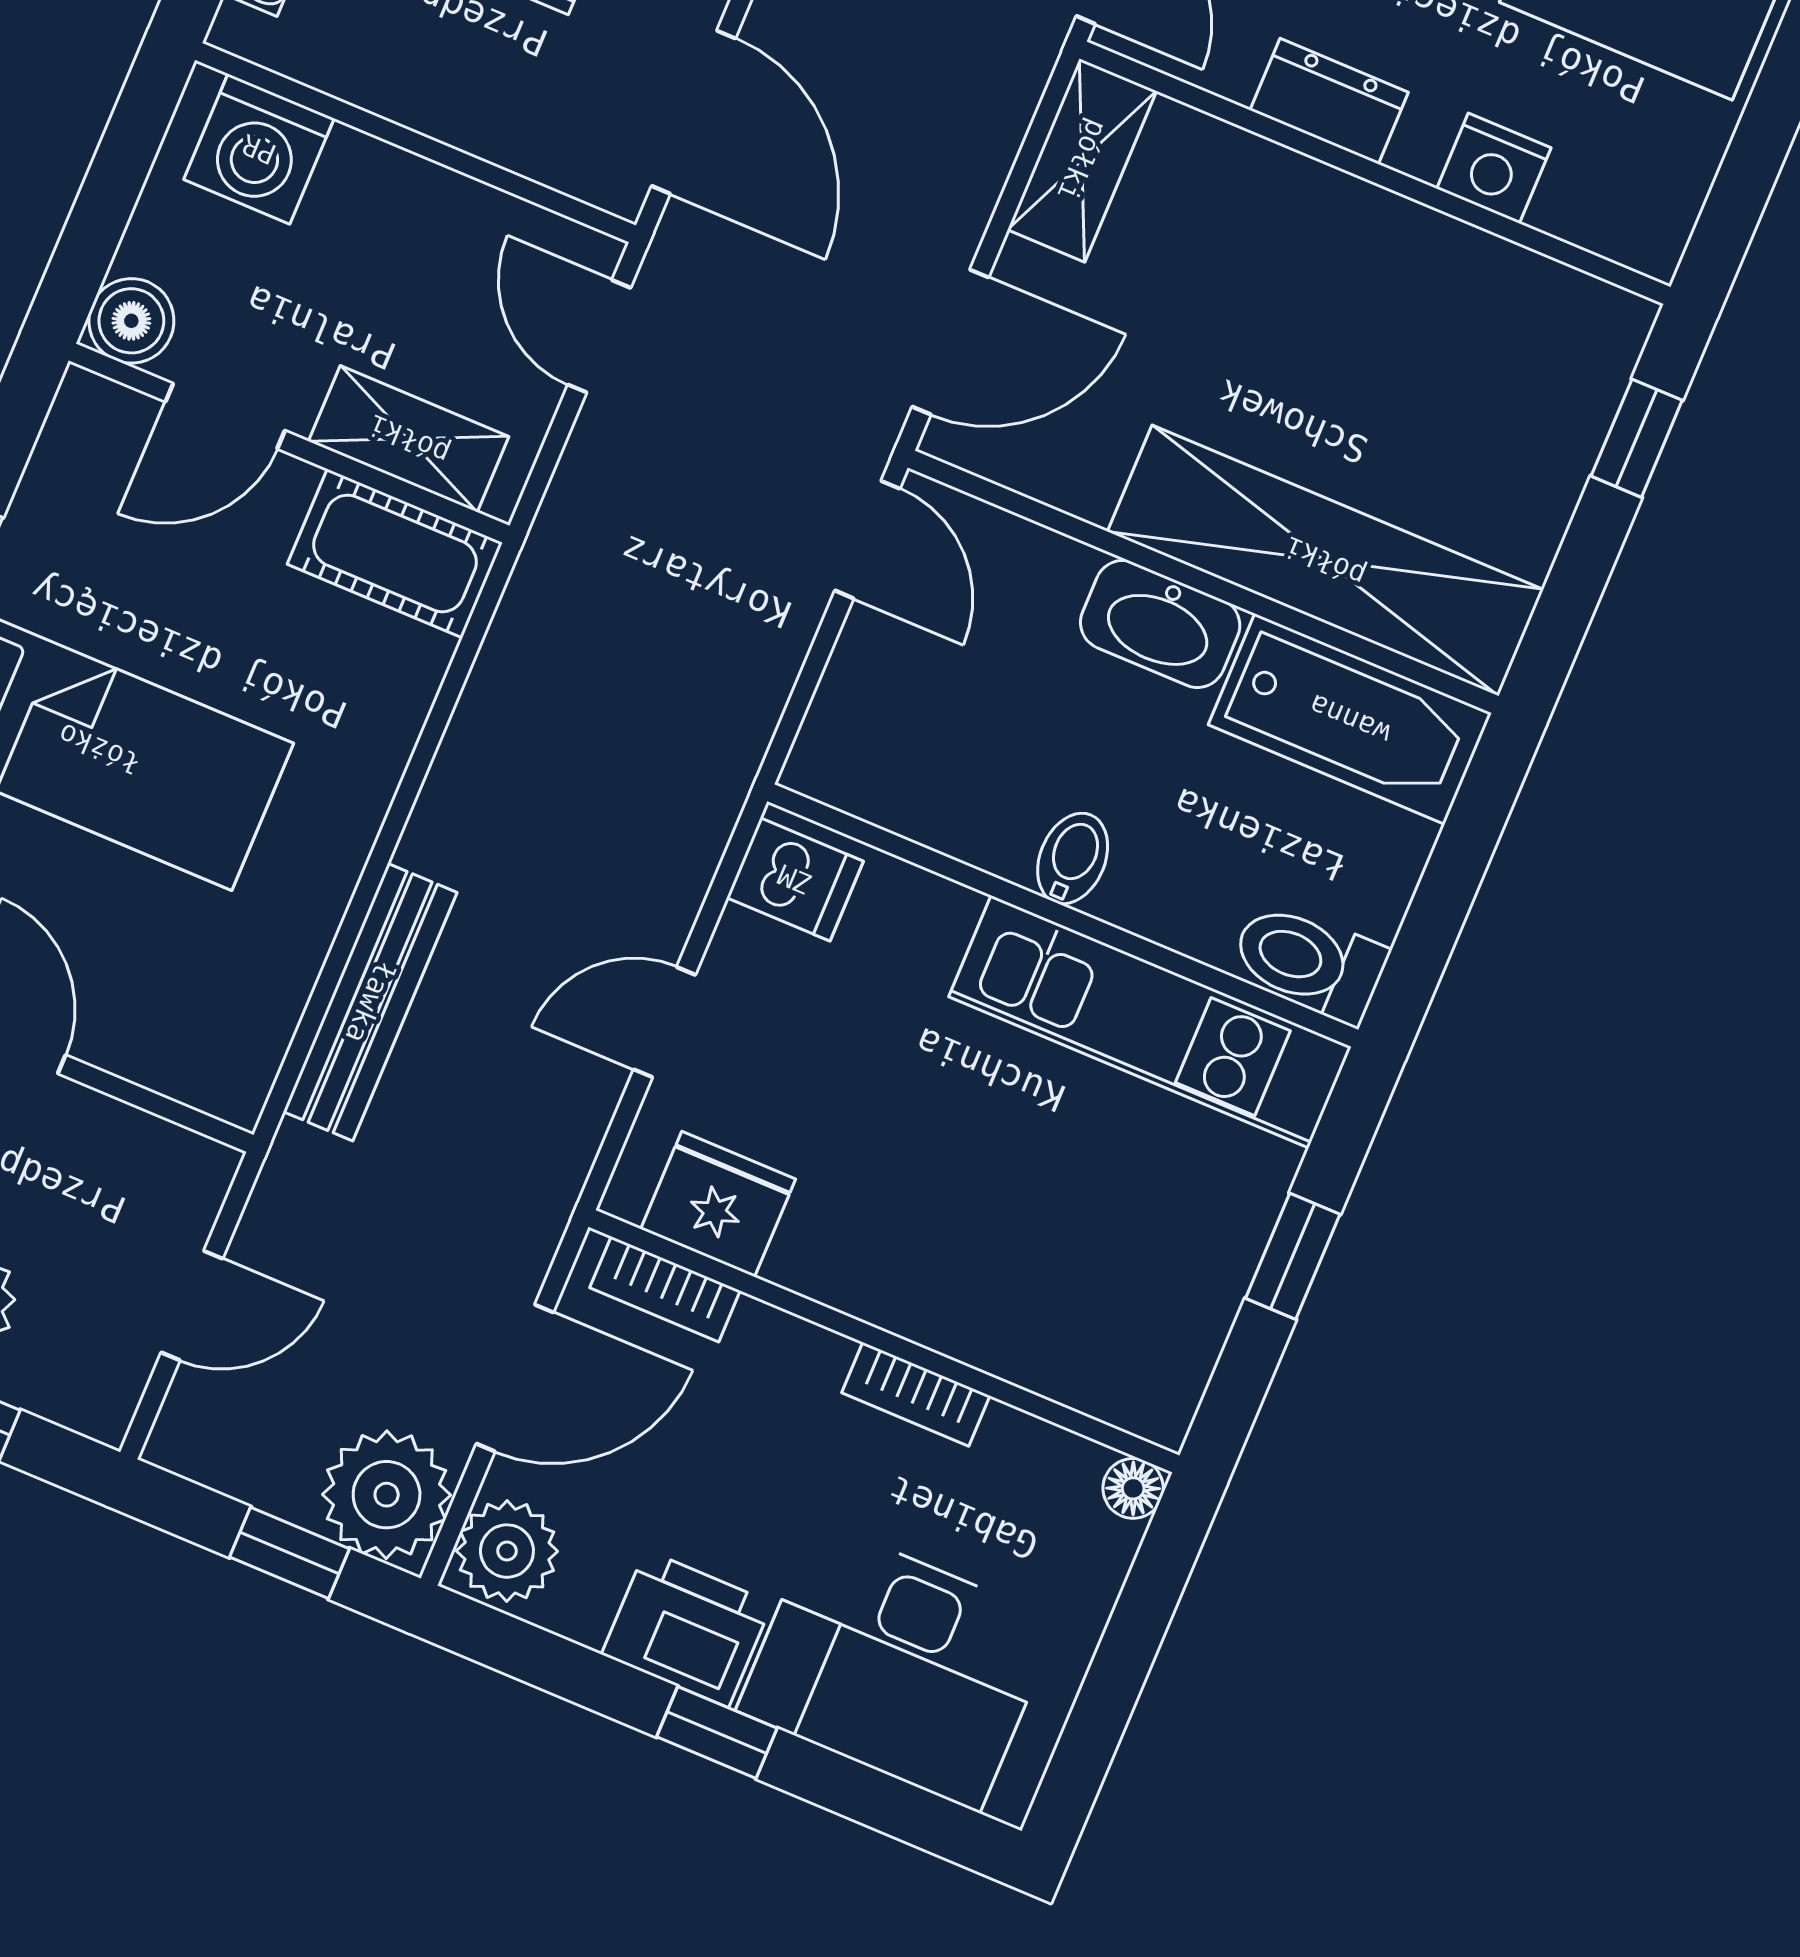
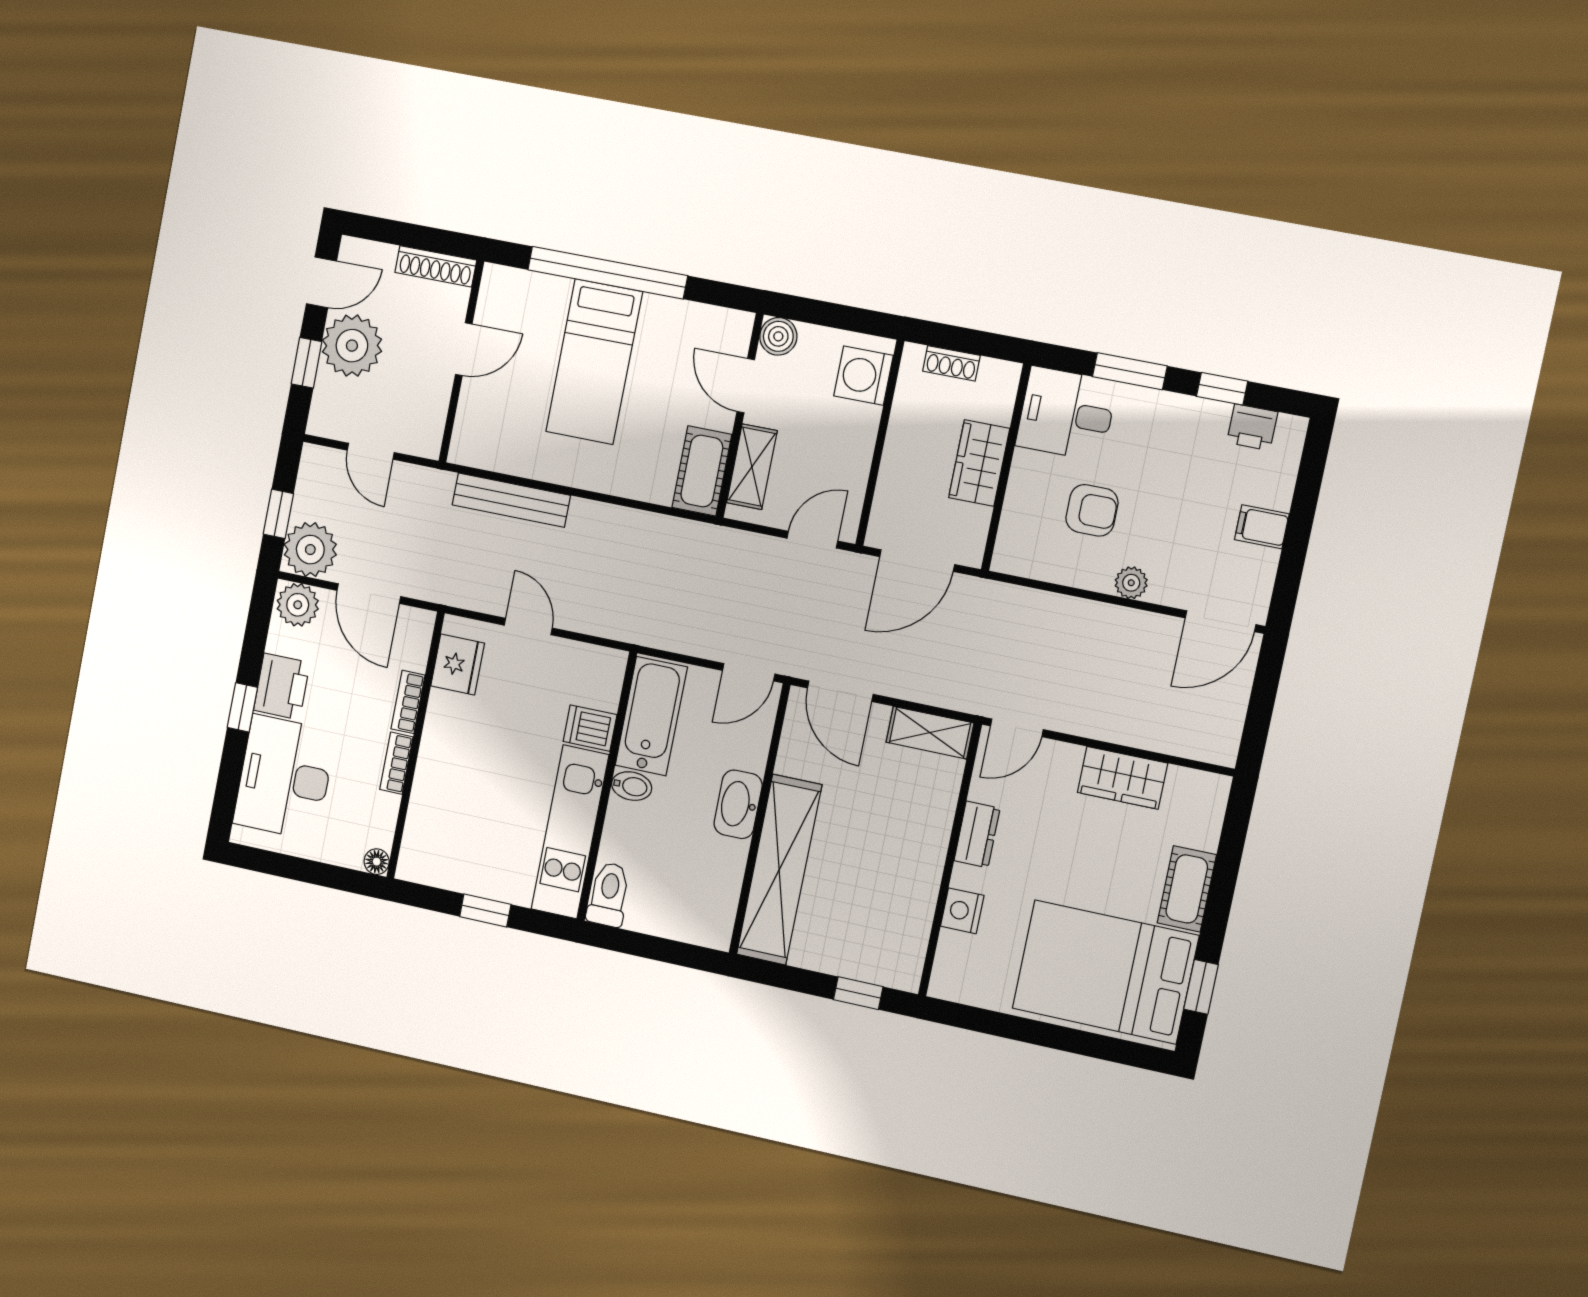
bathtub: (1350, 719) -> (651, 716), moved, turned 180
dishwasher: (795, 879) -> (590, 728), moved, turned 90
bookcase: (665, 1289) -> (408, 702), moved

